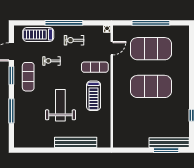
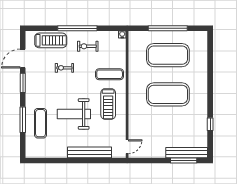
treadmill: (38, 35) -> (51, 40), turned 180
door: (112, 48) -> (127, 147), moved
exercise mat: (28, 77) -> (41, 123), moved
weight bench: (60, 105) -> (74, 114), turned -90

